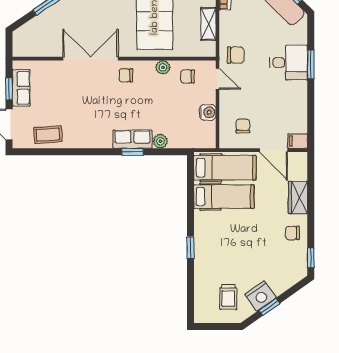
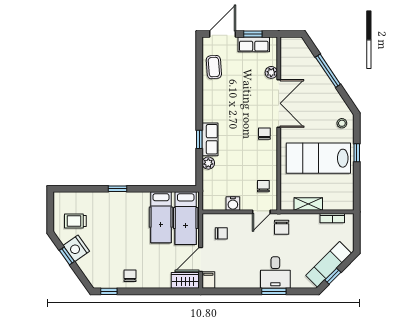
plant: (163, 67) -> (271, 72), moved
wardrobe: (298, 197) -> (185, 280), moved

